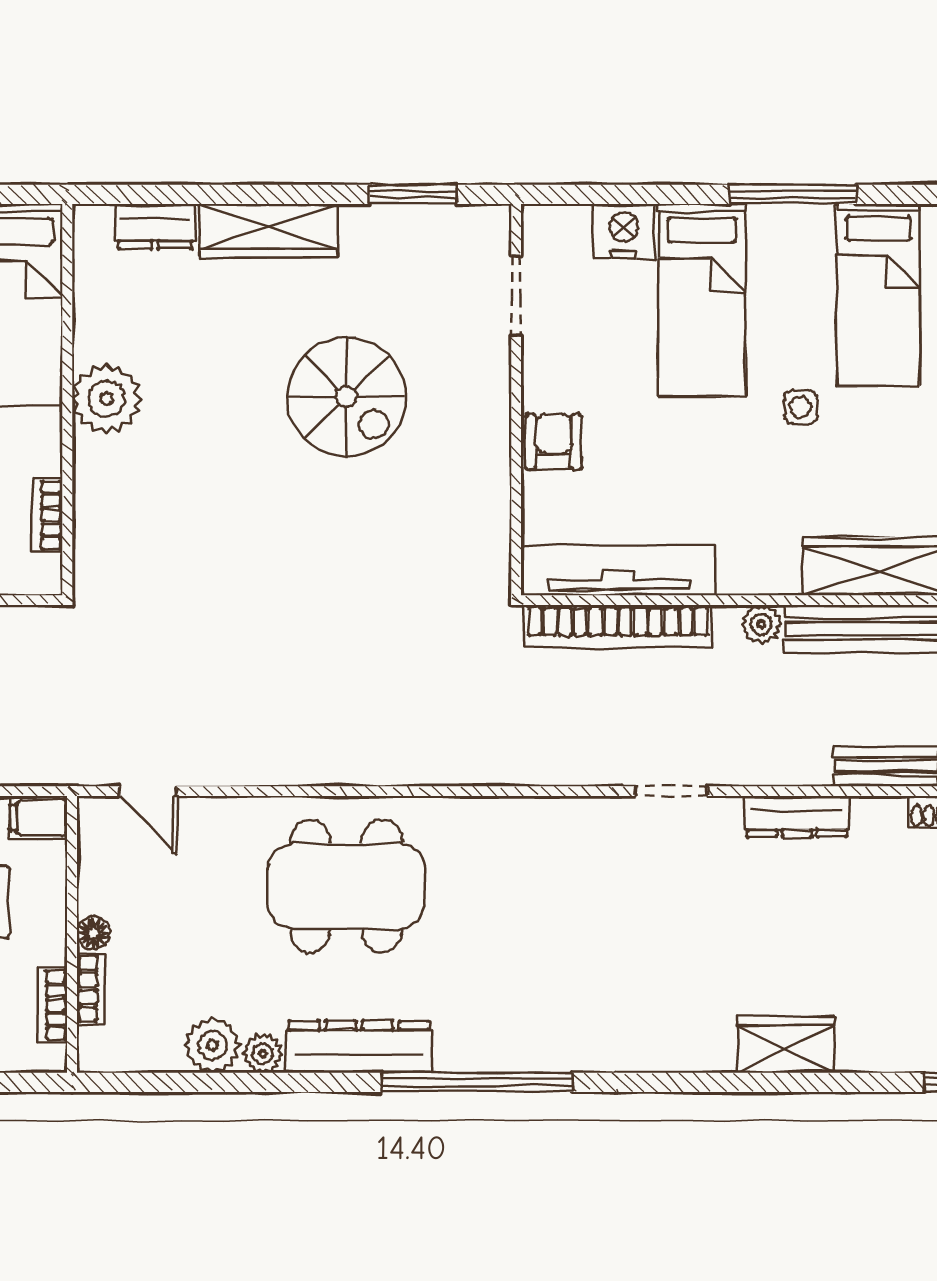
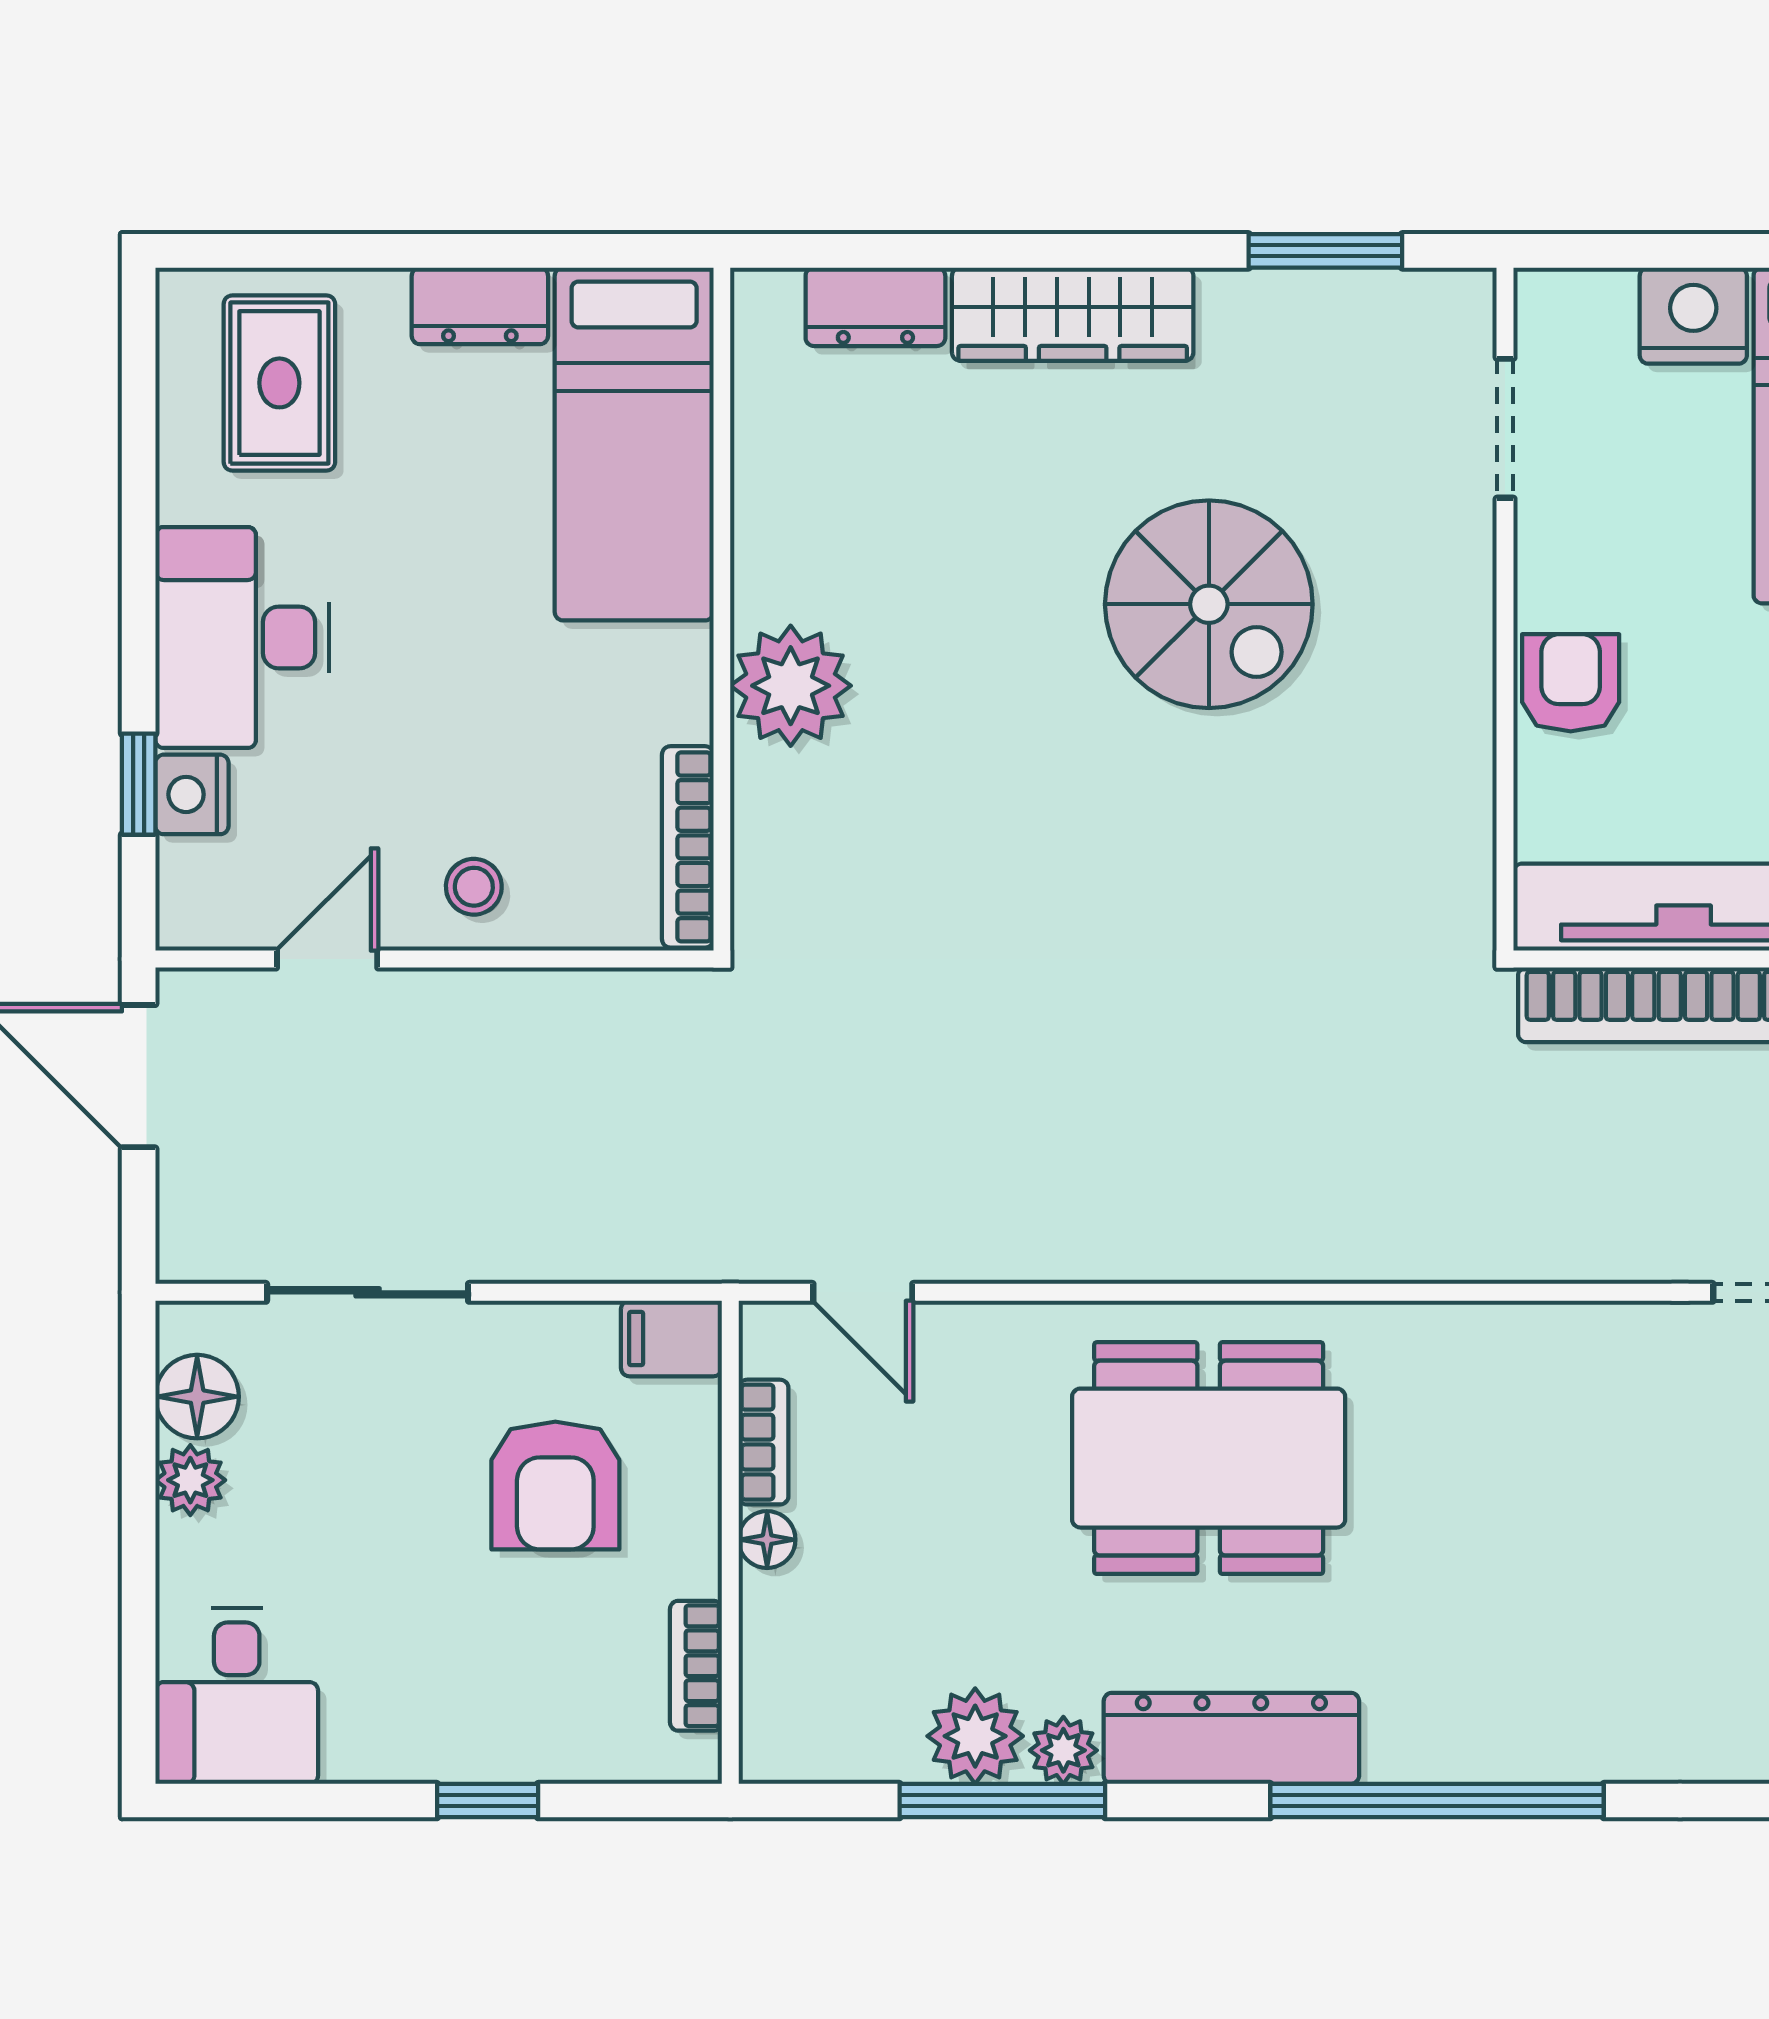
plant: (107, 399) -> (791, 686), moved
bookcase: (48, 515) -> (688, 847), width x1.56
bookcase: (91, 989) -> (763, 1442), moved
window: (228, 1082) -> (1002, 1801), added

